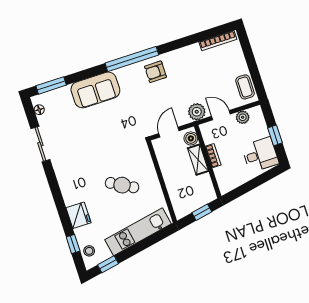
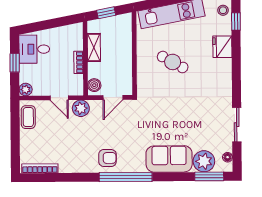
plant: (61, 98) -> (204, 161), added
plant: (243, 117) -> (26, 90), moved
shelving: (198, 160) -> (94, 47), moved

